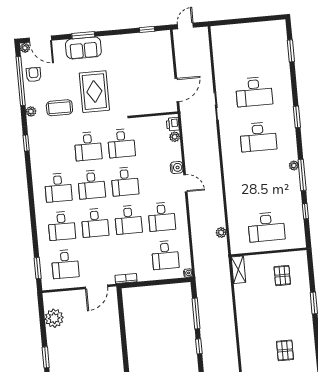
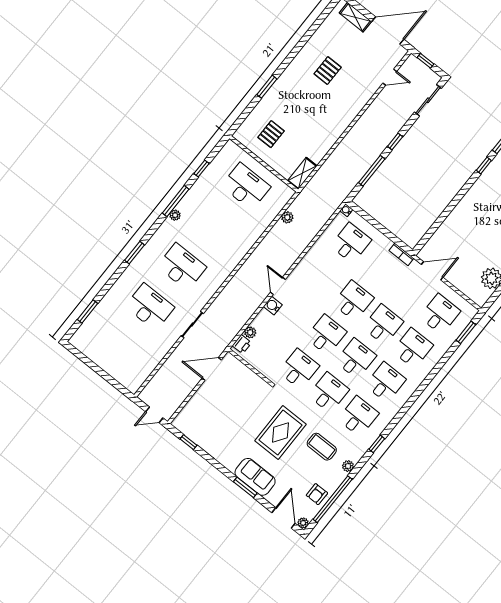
desk: (162, 217) -> (358, 416), moved

